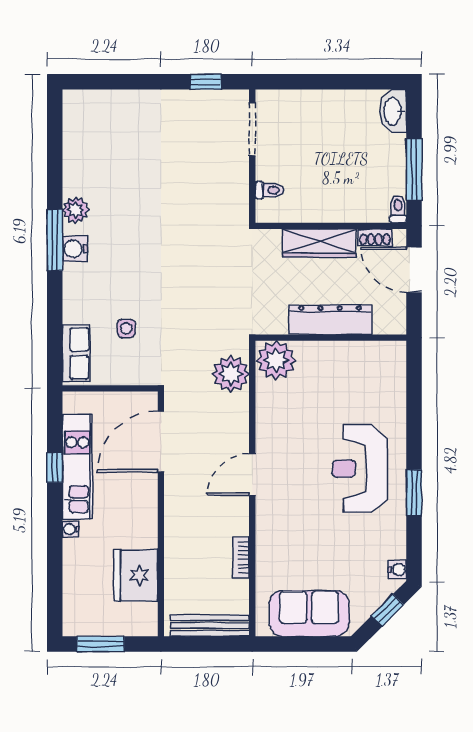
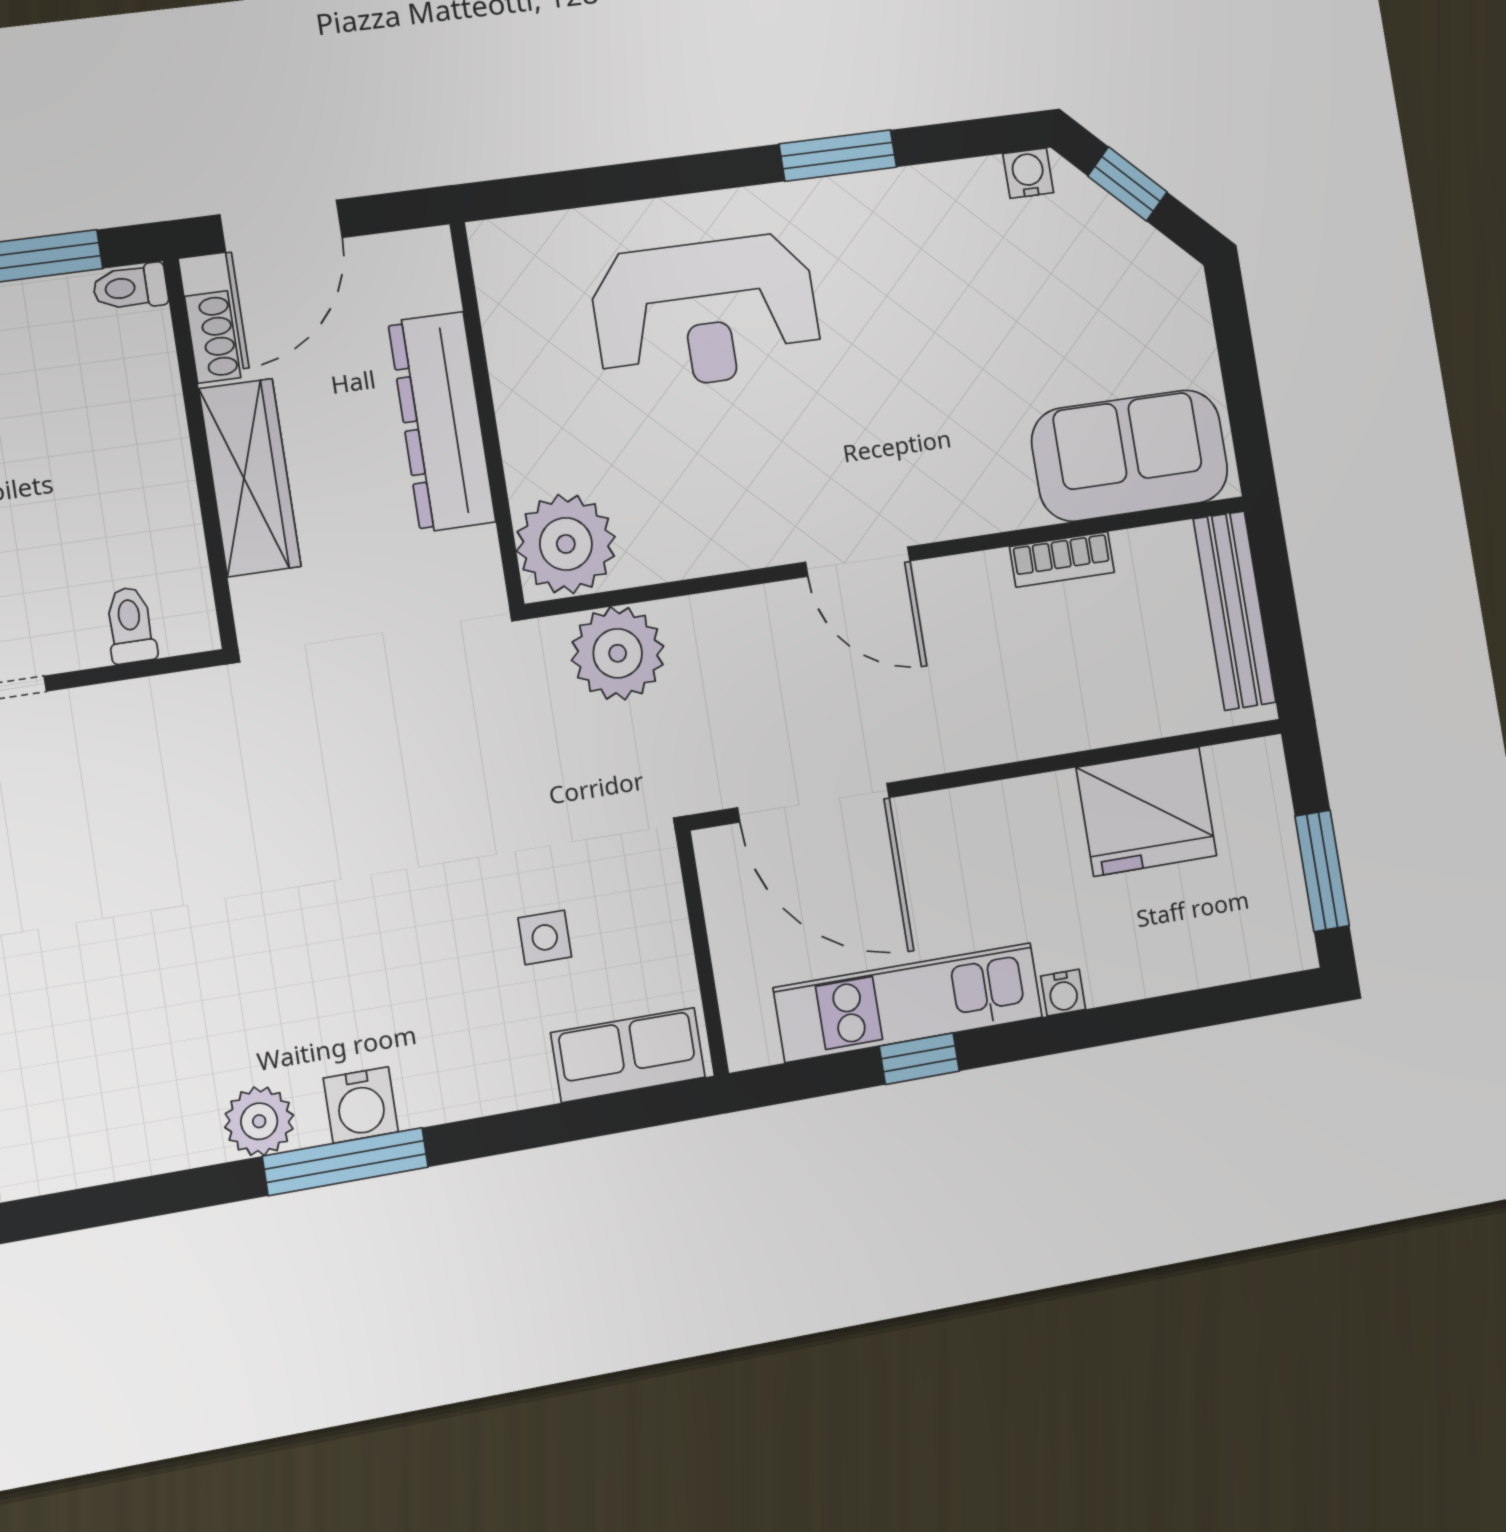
reception desk: (360, 469) -> (706, 312), moved
sofa: (309, 613) -> (1130, 456), moved, turned 90

